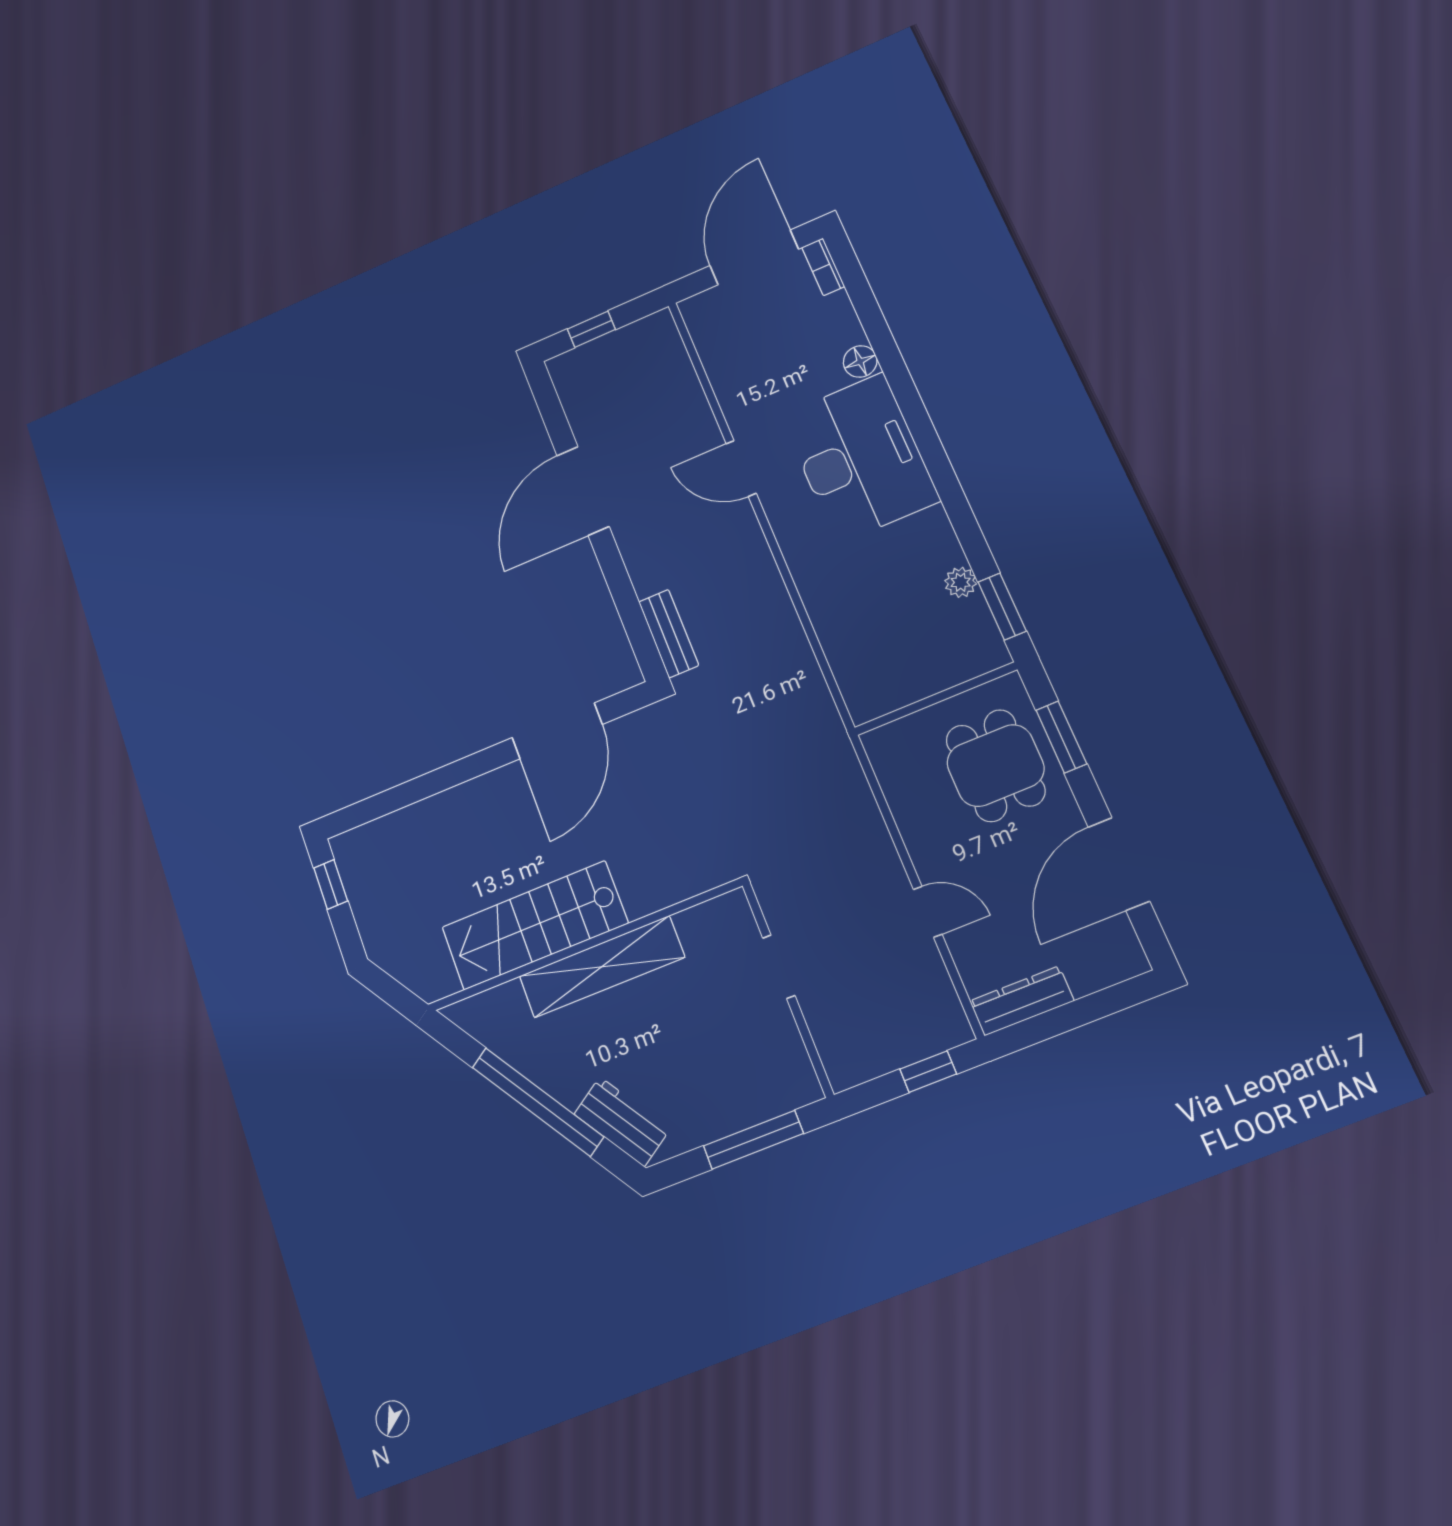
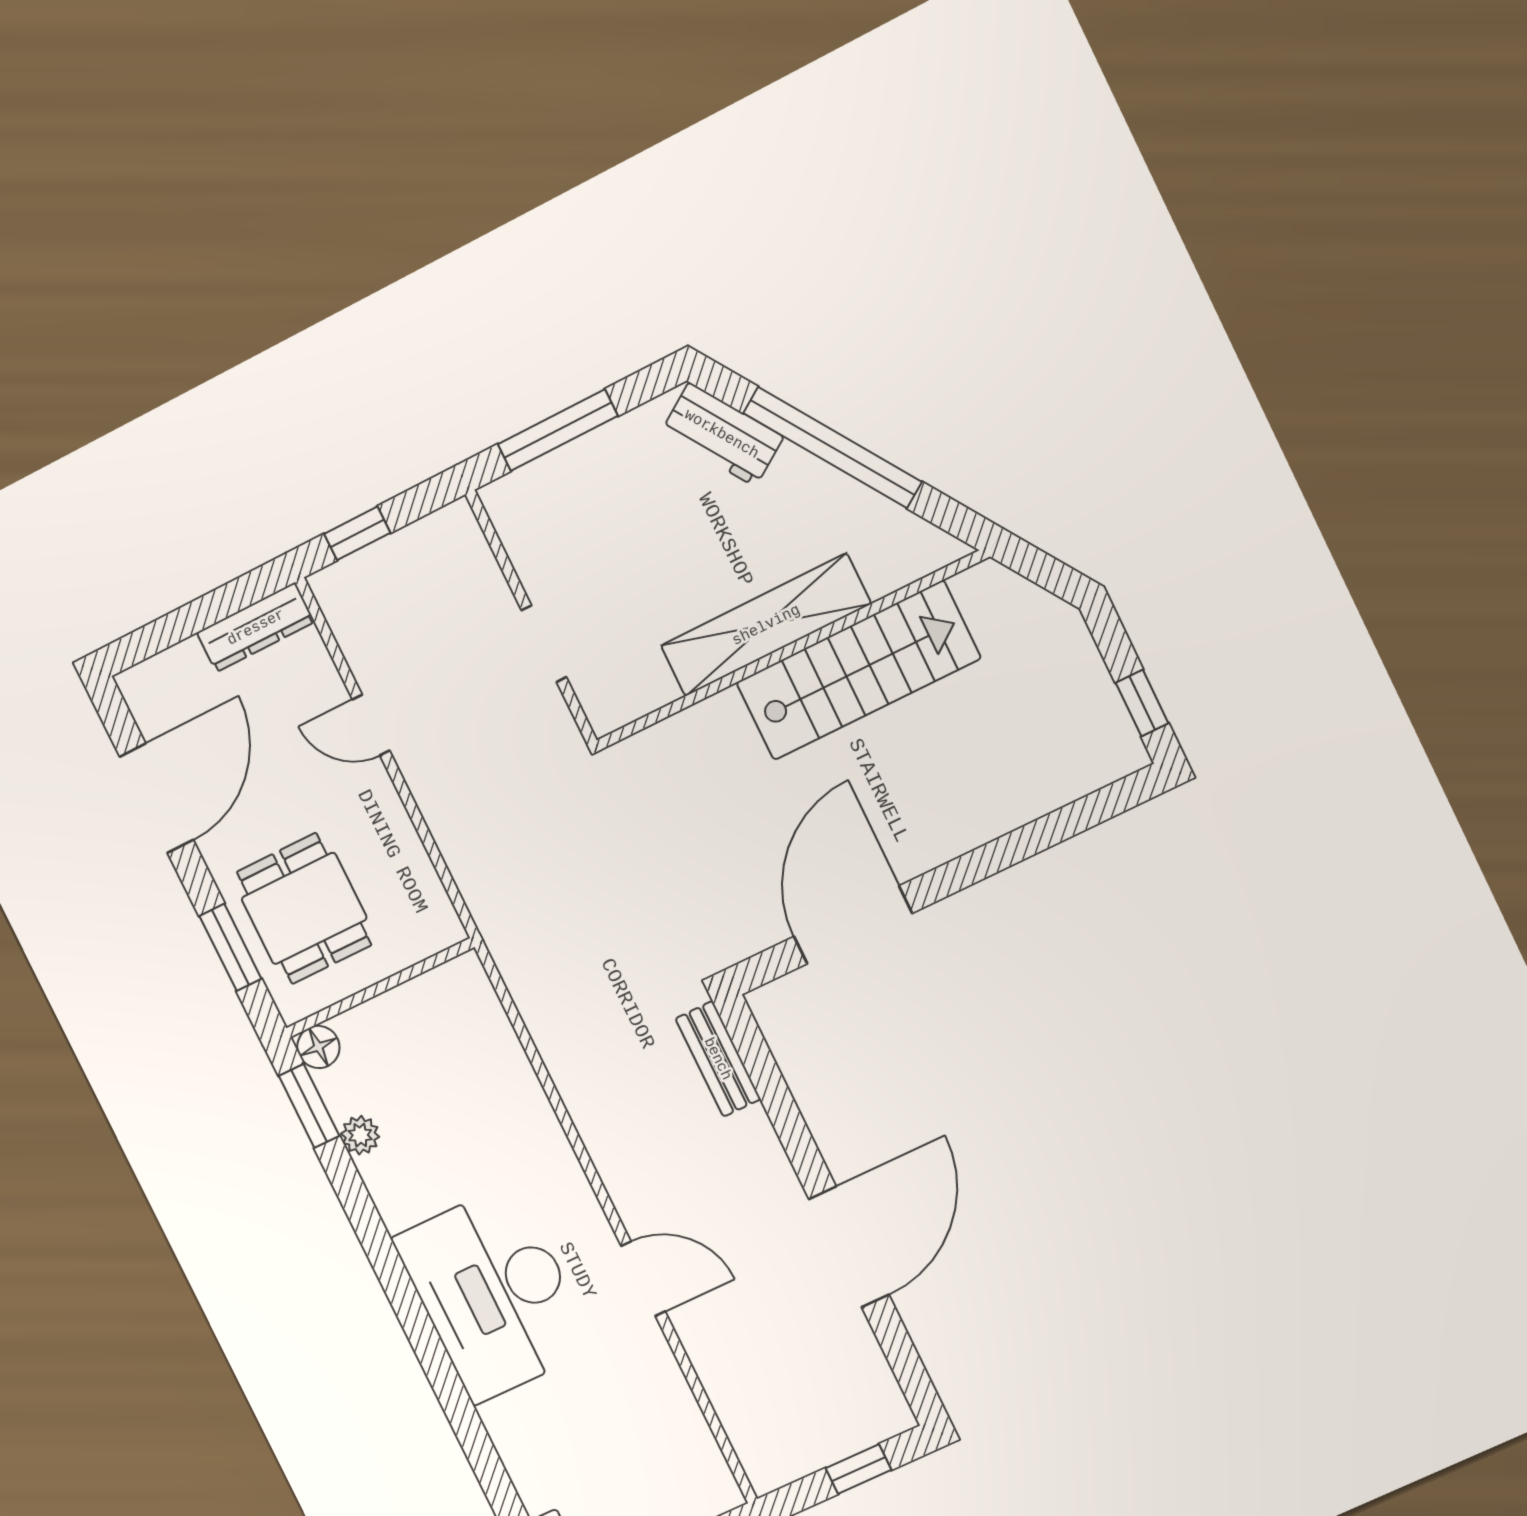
floor lamp: (860, 361) -> (318, 1047), moved

